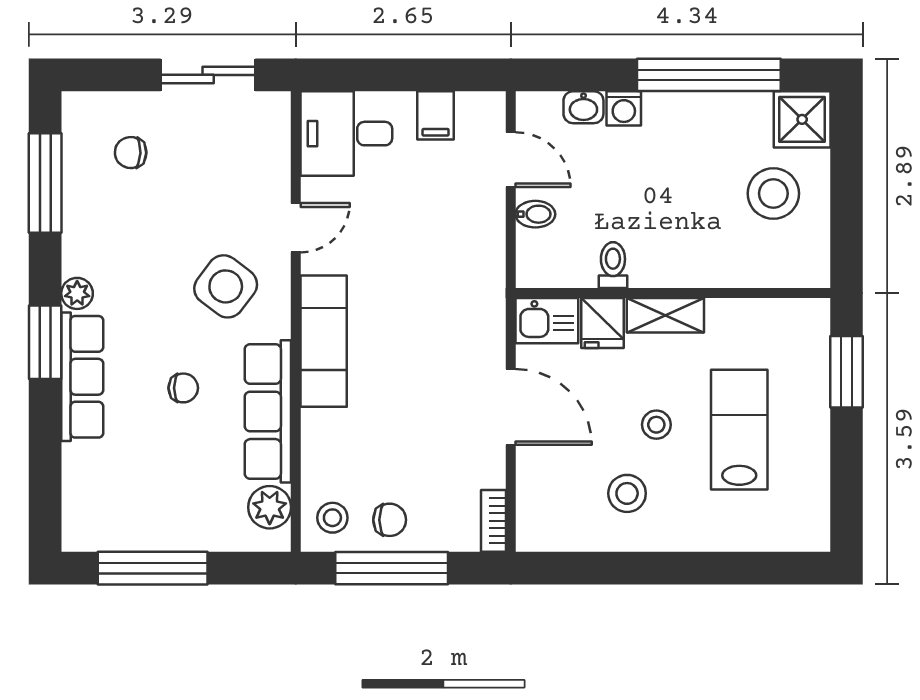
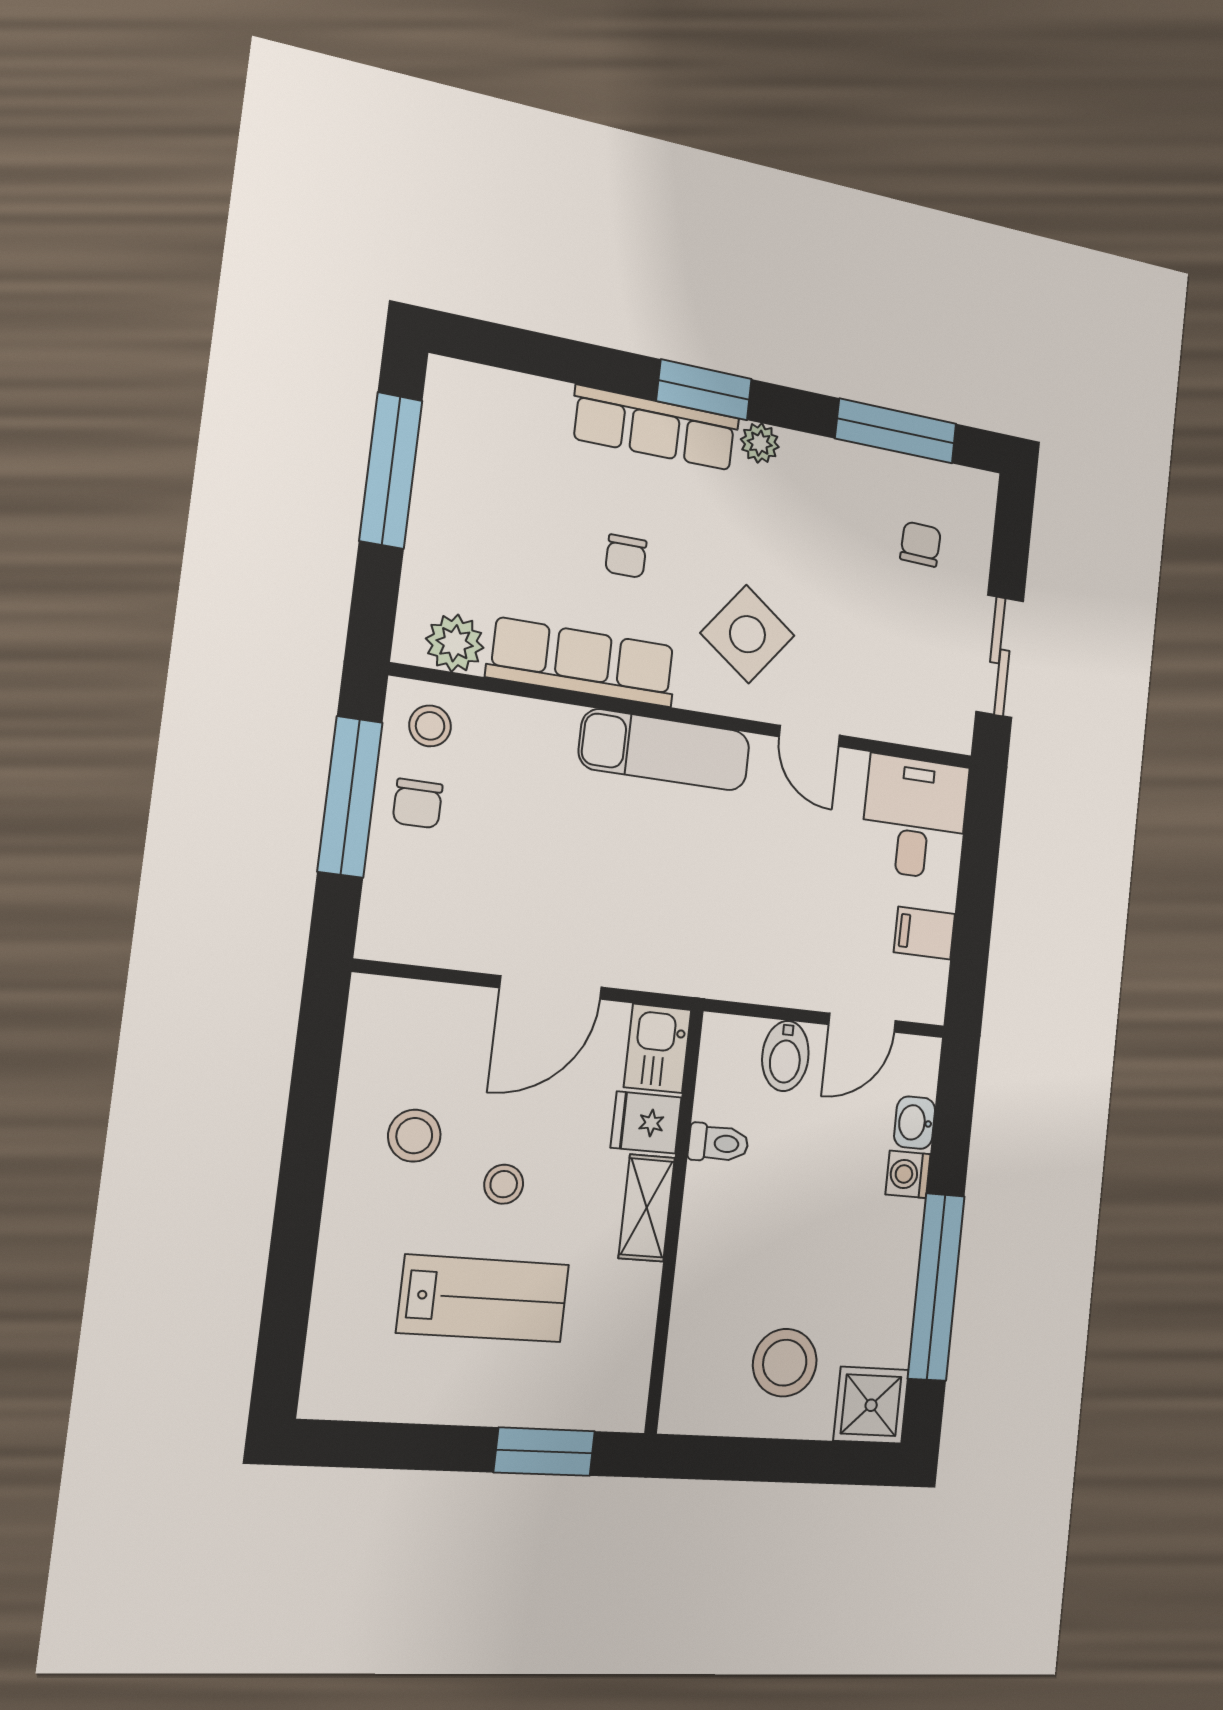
bidet: (535, 214) -> (785, 1056), width x1.38, depth x1.36
bookcase: (493, 521) -> (399, 946), removed

